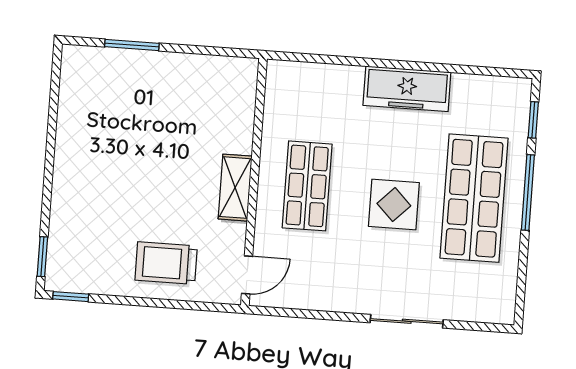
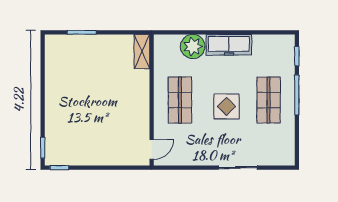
plant: (339, 87) -> (193, 47), added
shelving: (235, 188) -> (142, 51), moved
shop shelf: (474, 198) -> (269, 100), width x0.70, depth x0.74
trolley: (166, 263) -> (108, 146), removed

